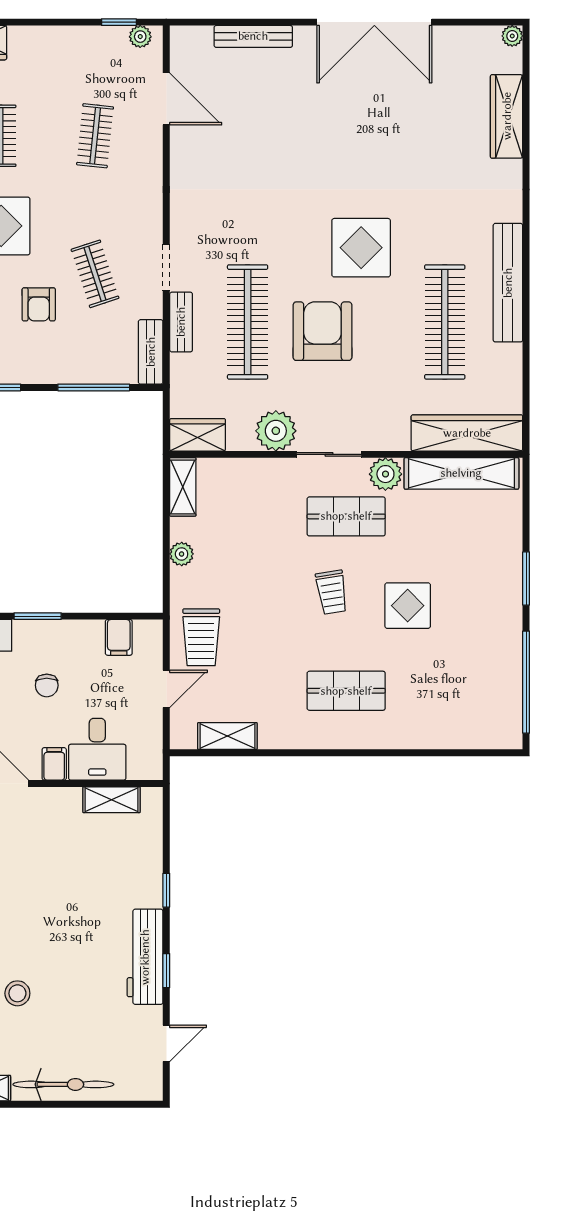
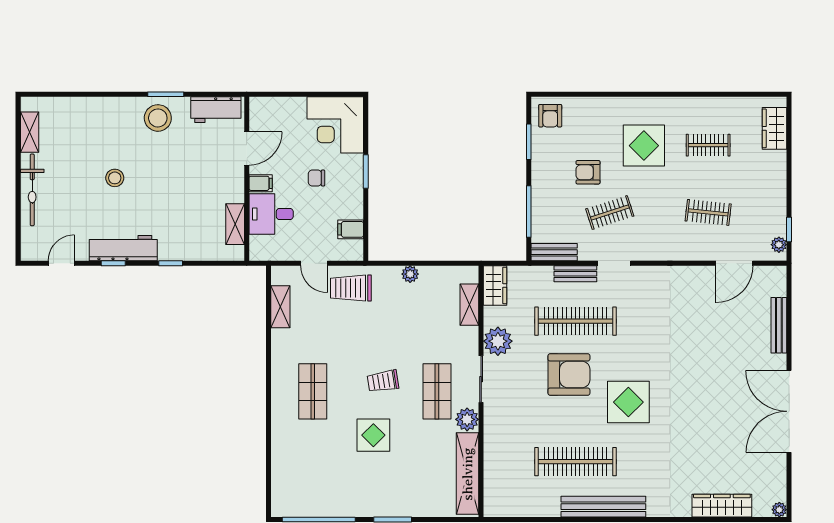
wardrobe: (467, 433) -> (496, 477), removed
shelving: (183, 487) -> (469, 305), moved, turned 90
stool: (17, 993) -> (115, 178), moved
door: (166, 1043) -> (61, 263), swing flipped

